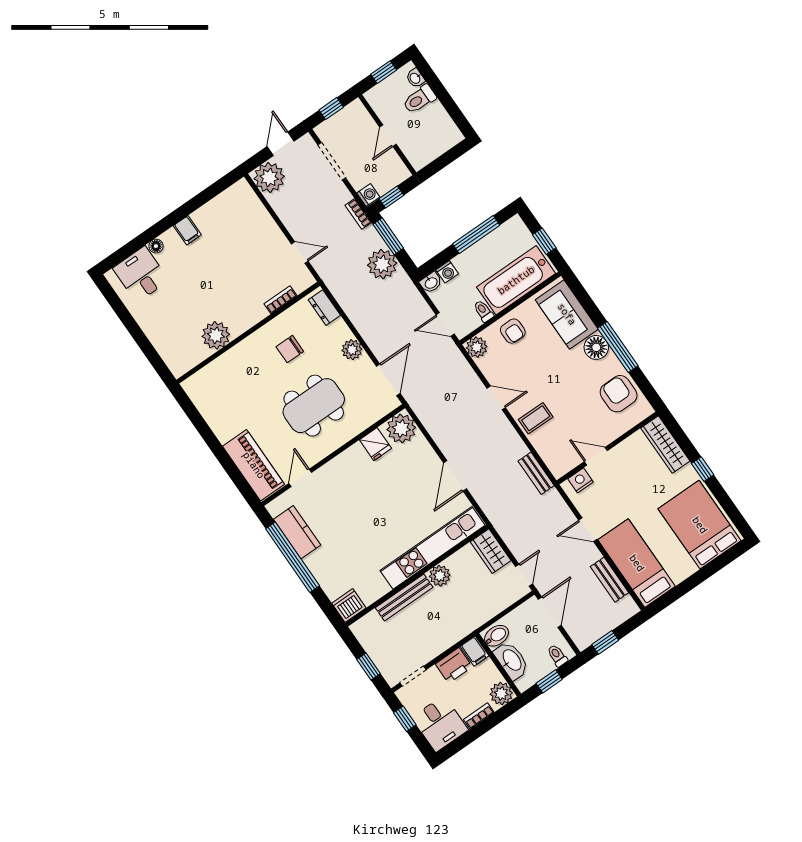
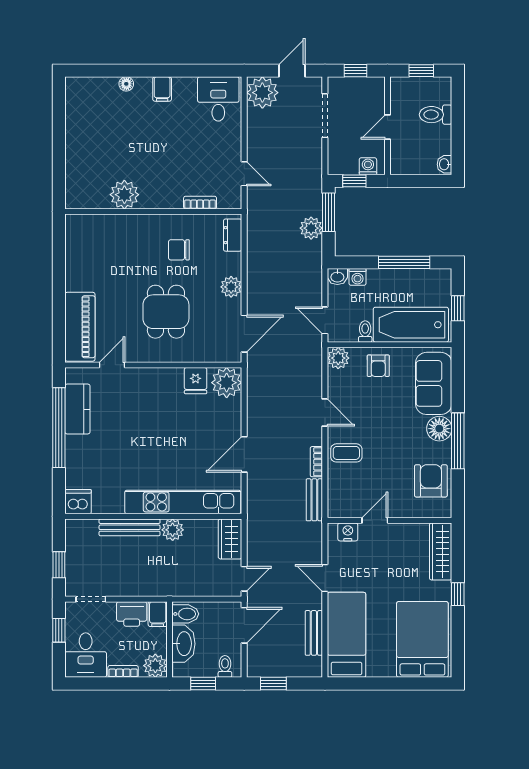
washbasin: (415, 78) -> (445, 164), moved
washing machine: (368, 195) -> (368, 166), moved, turned -90
bookcase: (358, 214) -> (316, 462), moved
plant: (382, 264) -> (311, 228), width x0.73, depth x0.73
desk: (141, 274) -> (218, 99), moved
dining table: (314, 406) -> (166, 312), width x0.73
door: (596, 456) -> (375, 520), hinge flipped

